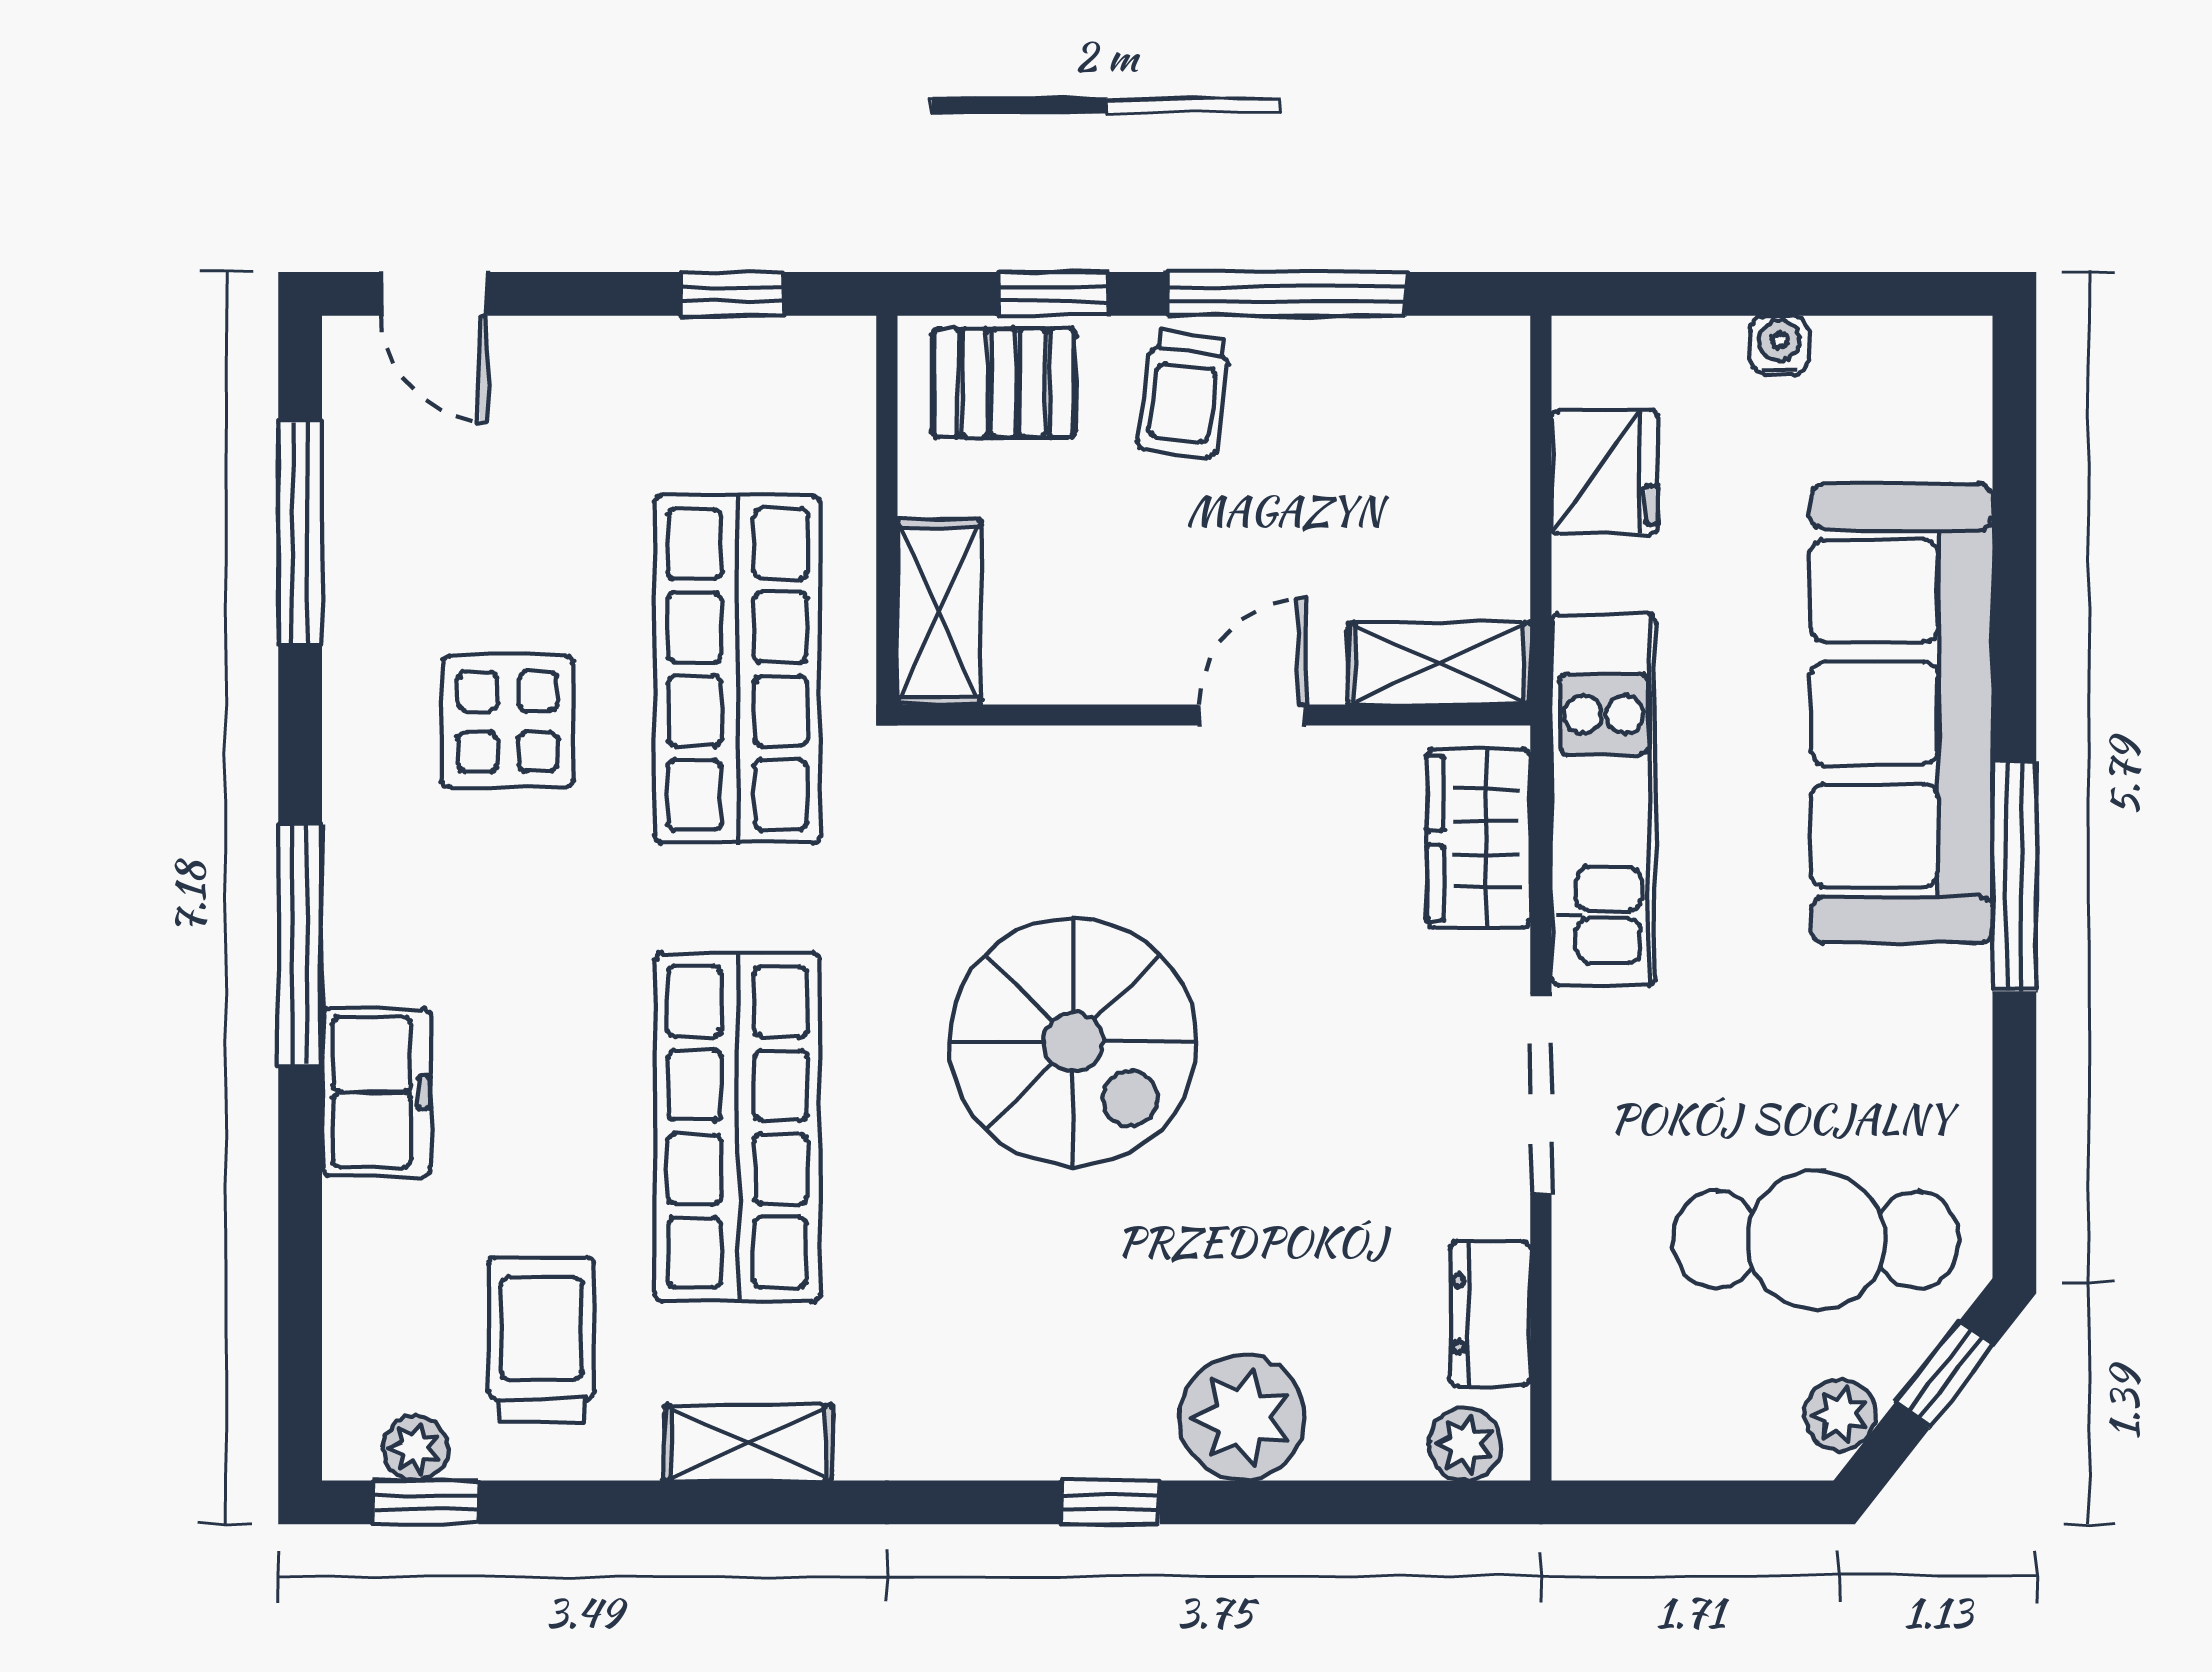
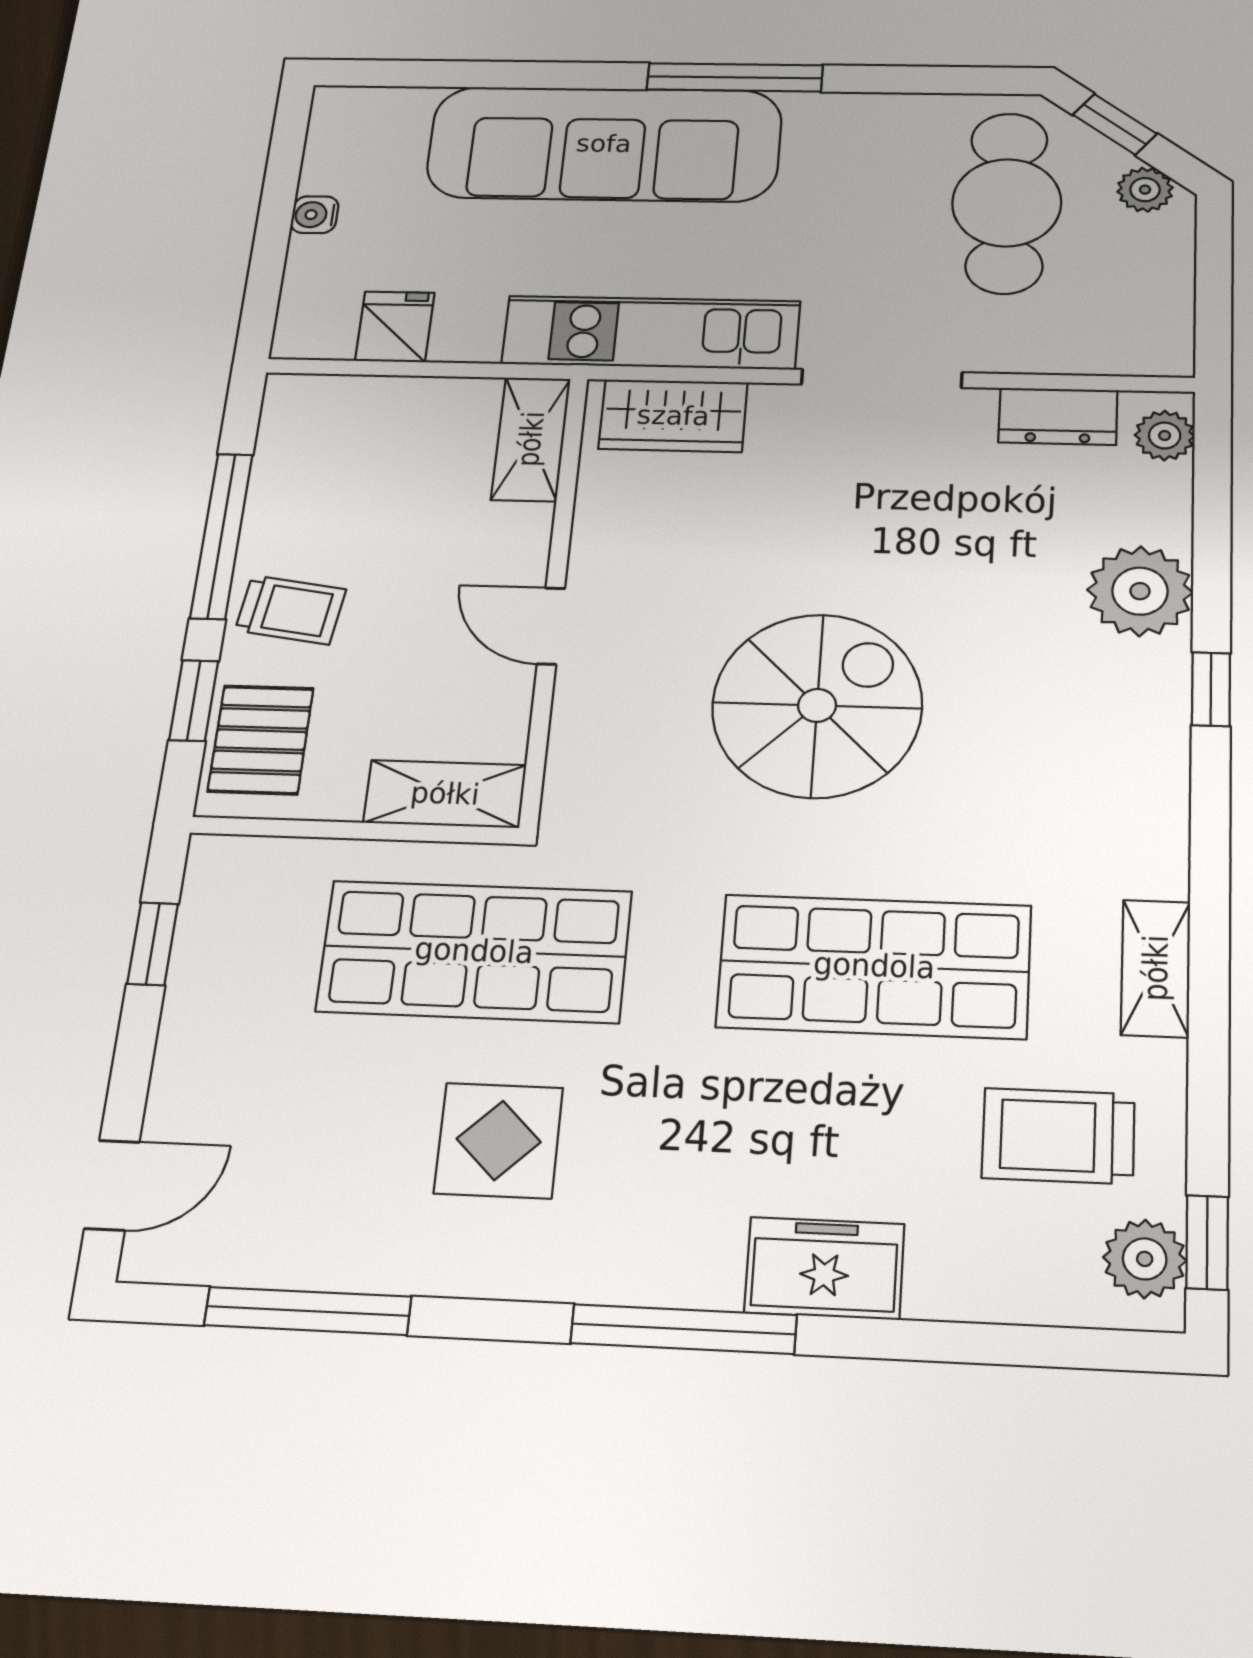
fridge: (1605, 472) -> (395, 327), width x0.72
door: (1252, 715) -> (551, 626), moved
plant: (416, 1448) -> (1145, 1259), width x1.38, depth x1.38

